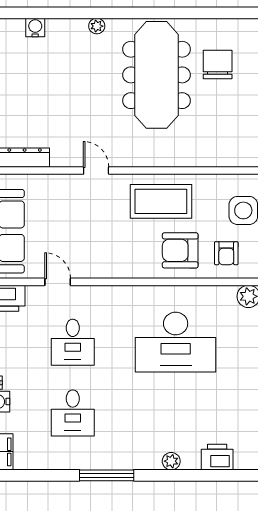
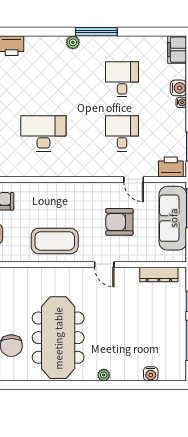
armchair: (180, 250) -> (119, 222), moved, turned 180
desk: (176, 342) -> (43, 133), width x0.73, depth x0.77
plant: (171, 461) -> (73, 42), moved

